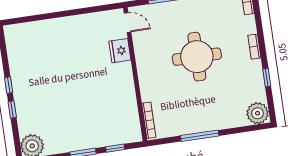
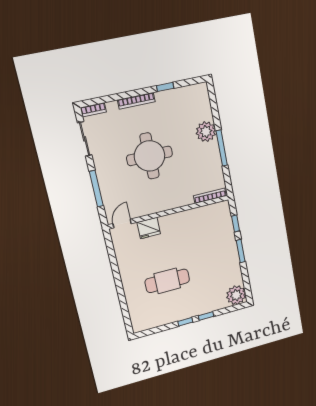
bookcase: (254, 47) -> (136, 101), width x1.56
cafe table: (59, 67) -> (167, 281), added
plant: (258, 113) -> (206, 132), moved

